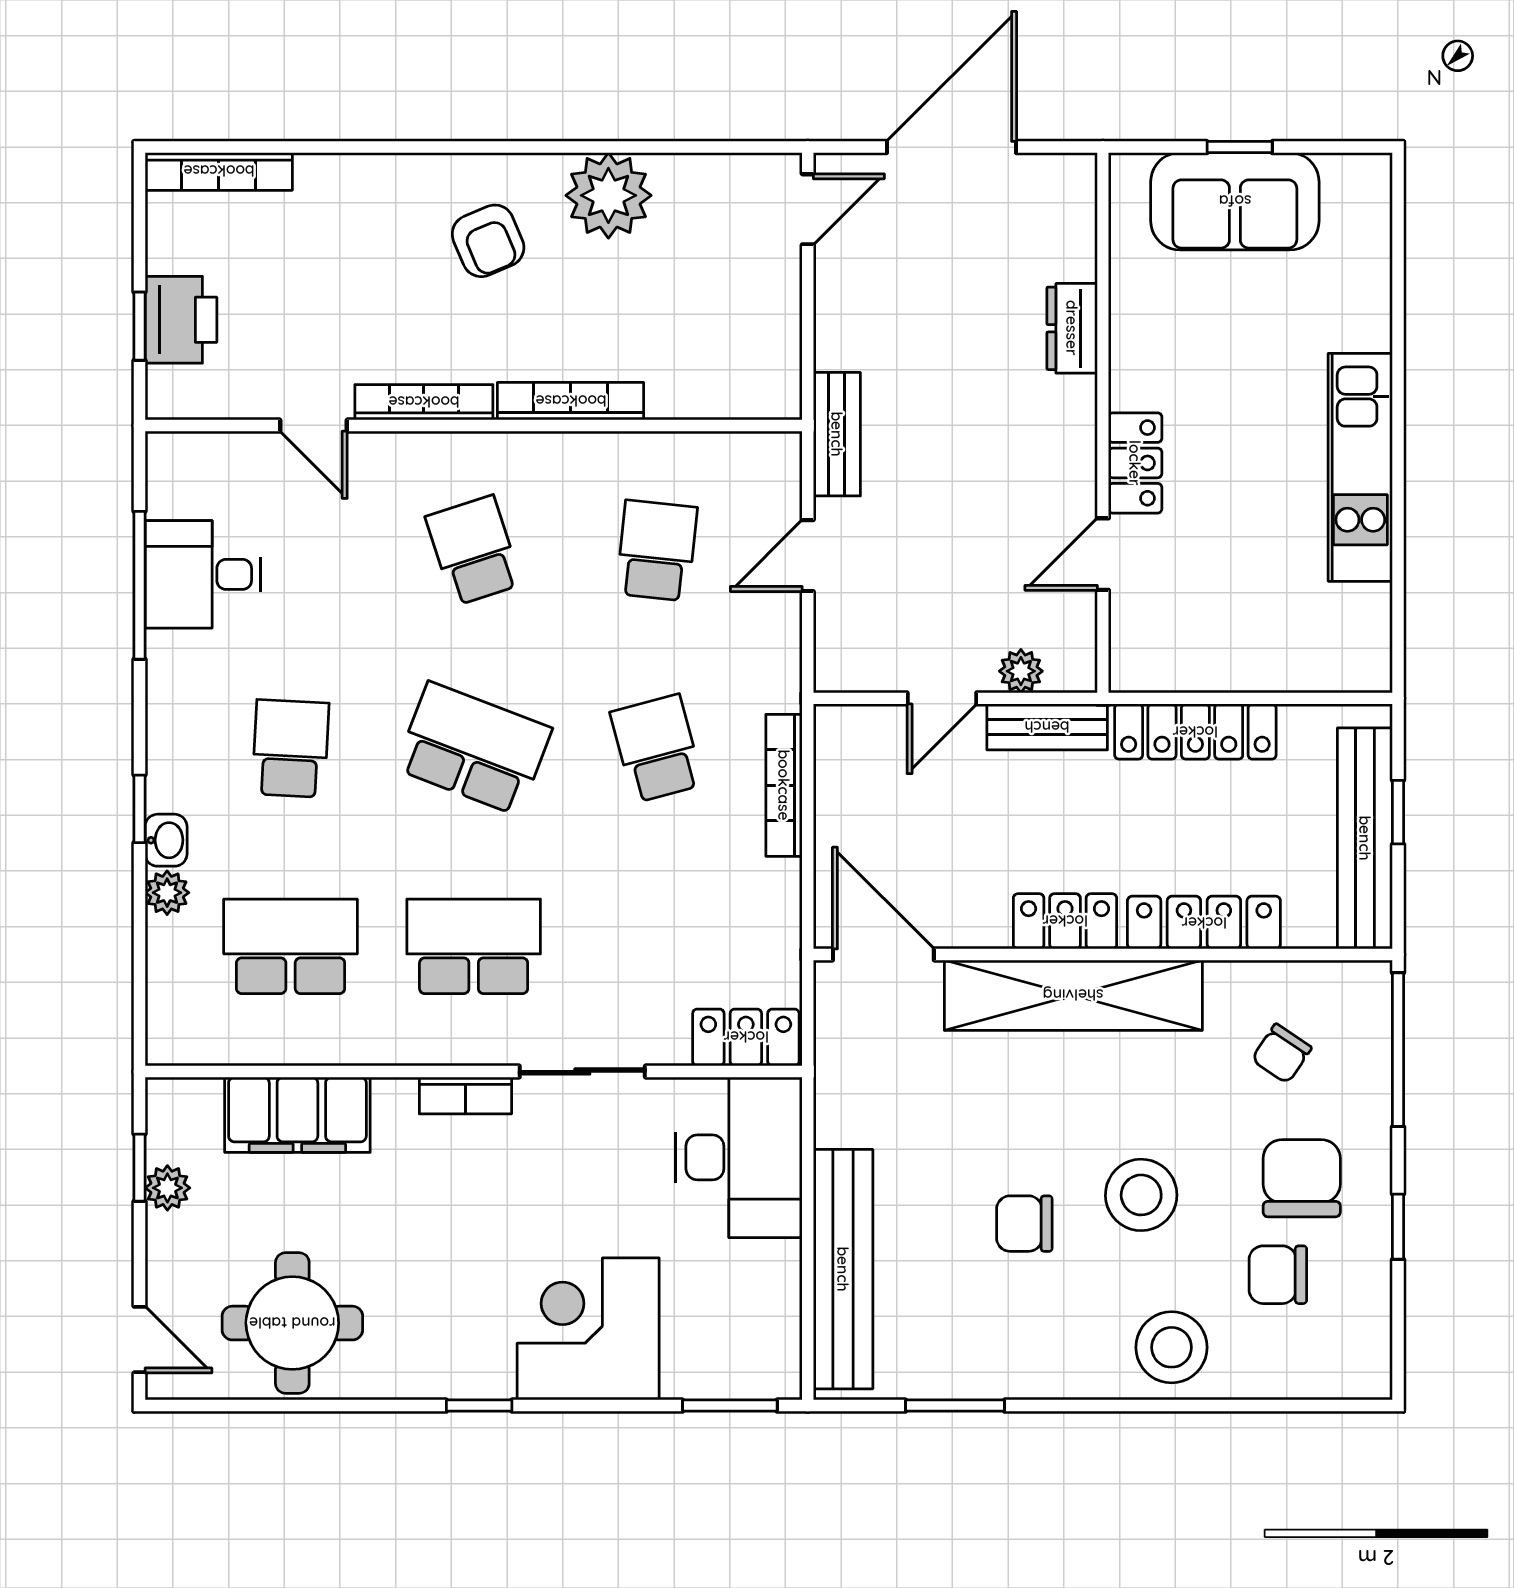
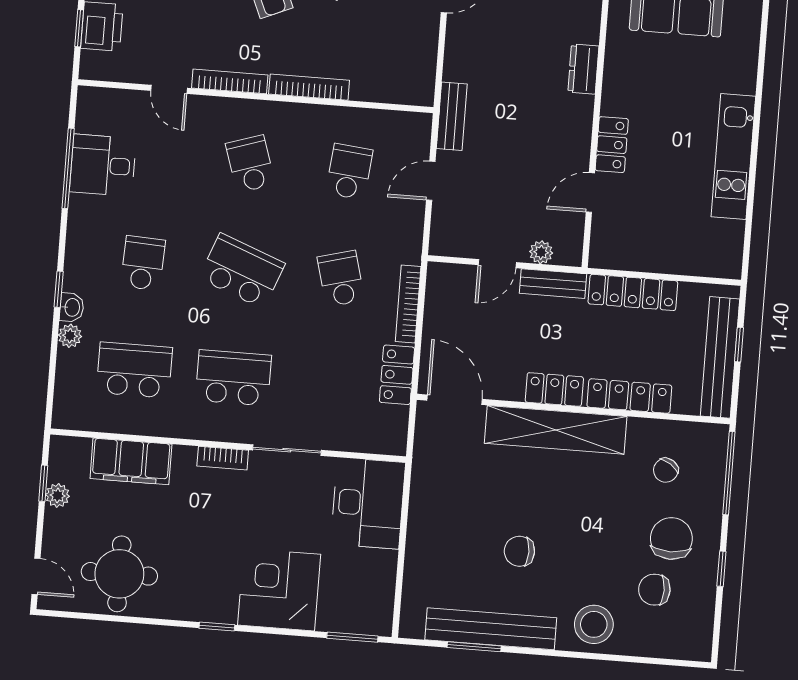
locker: (746, 1037) -> (397, 375), moved, turned -90
stool: (1141, 1195) -> (584, 541), removed
bench: (843, 1269) -> (491, 629), moved, turned 90

